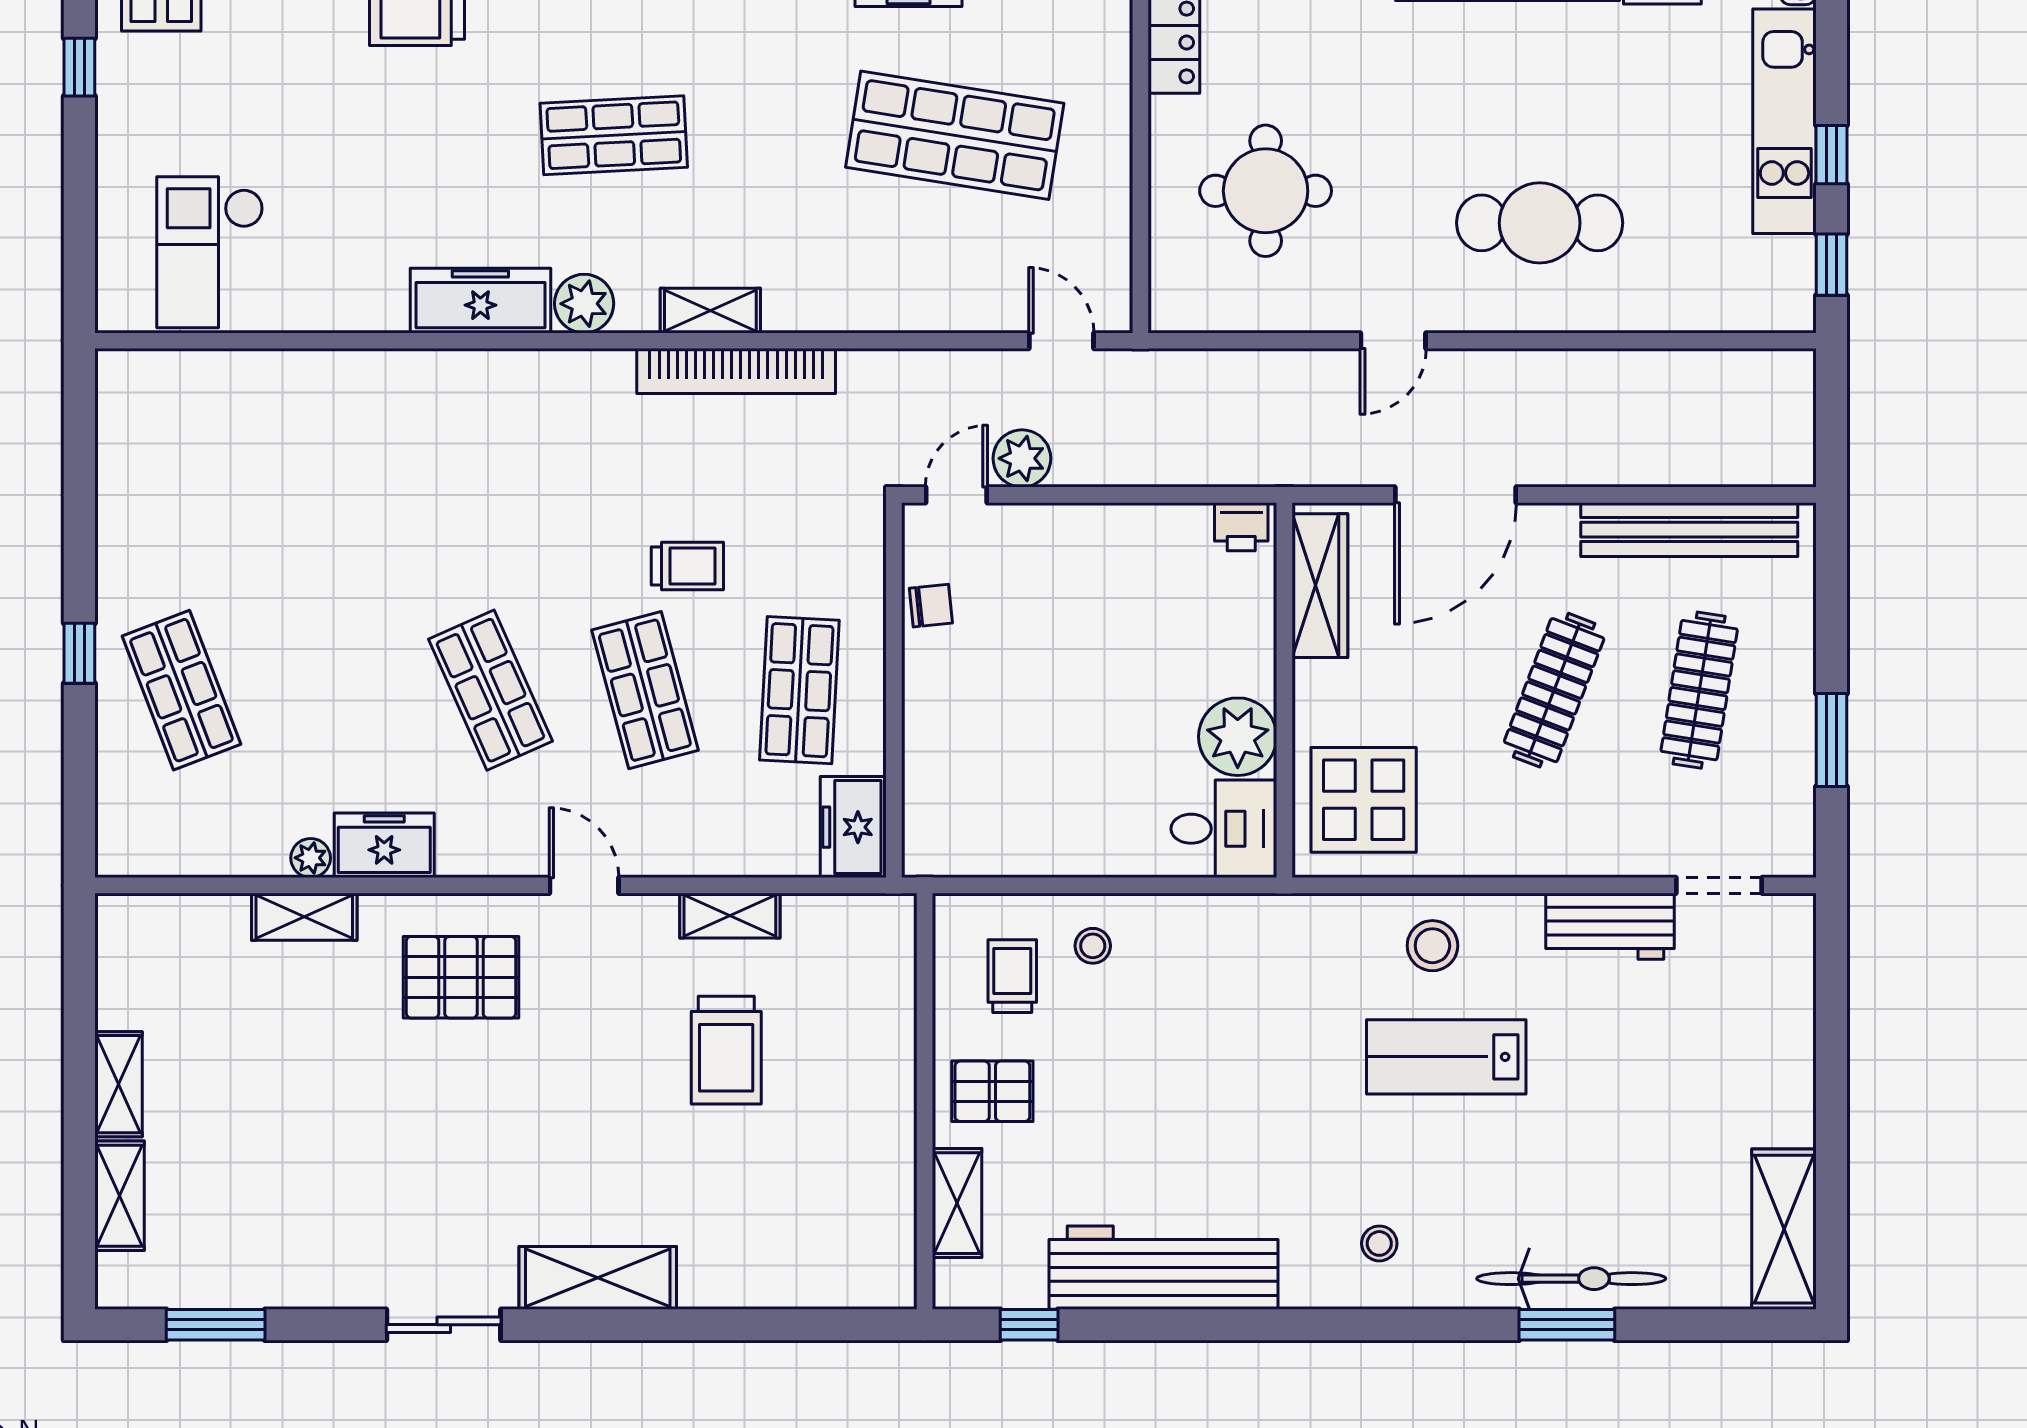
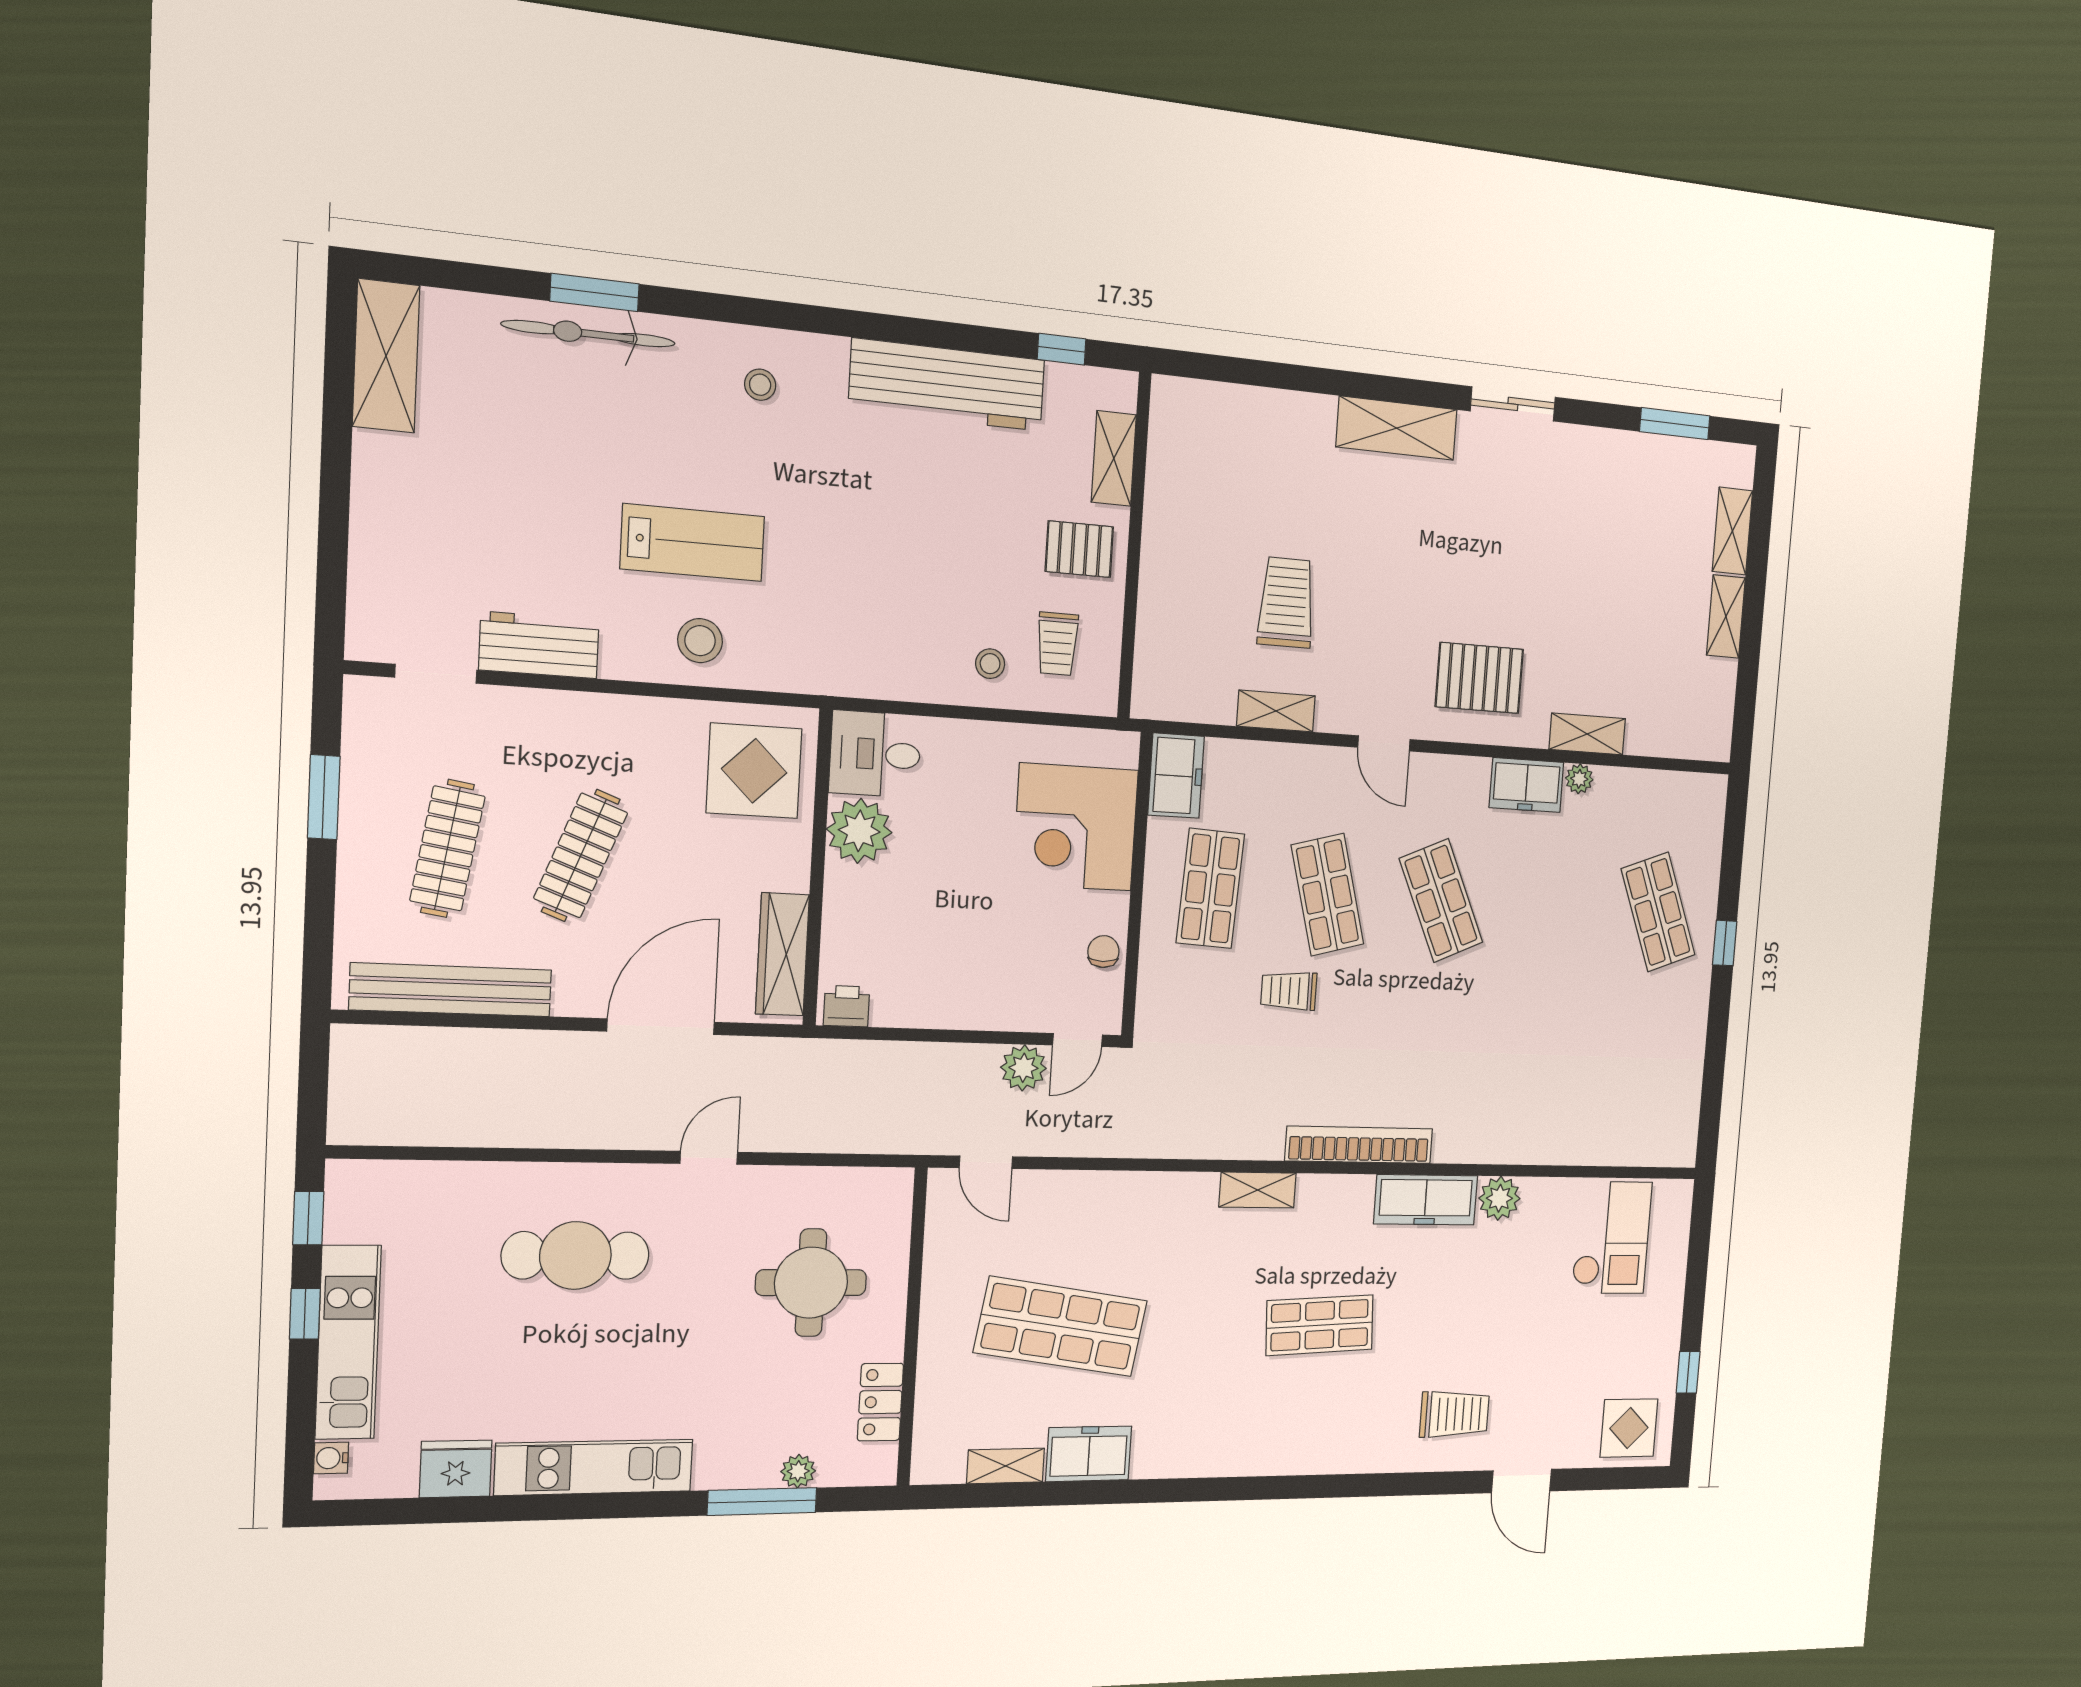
plant: (584, 304) -> (1499, 1198), moved
bookcase: (736, 371) -> (1359, 1145), moved
chair: (931, 606) -> (1103, 952), turned 96
corner desk: (976, 756) -> (1076, 827), added

